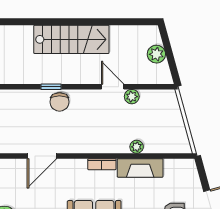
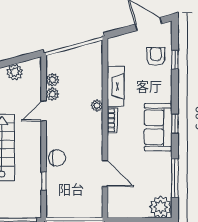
window: (51, 87) -> (44, 181), moved
plant: (148, 97) -> (52, 80), added
plant: (137, 147) -> (97, 106), moved

